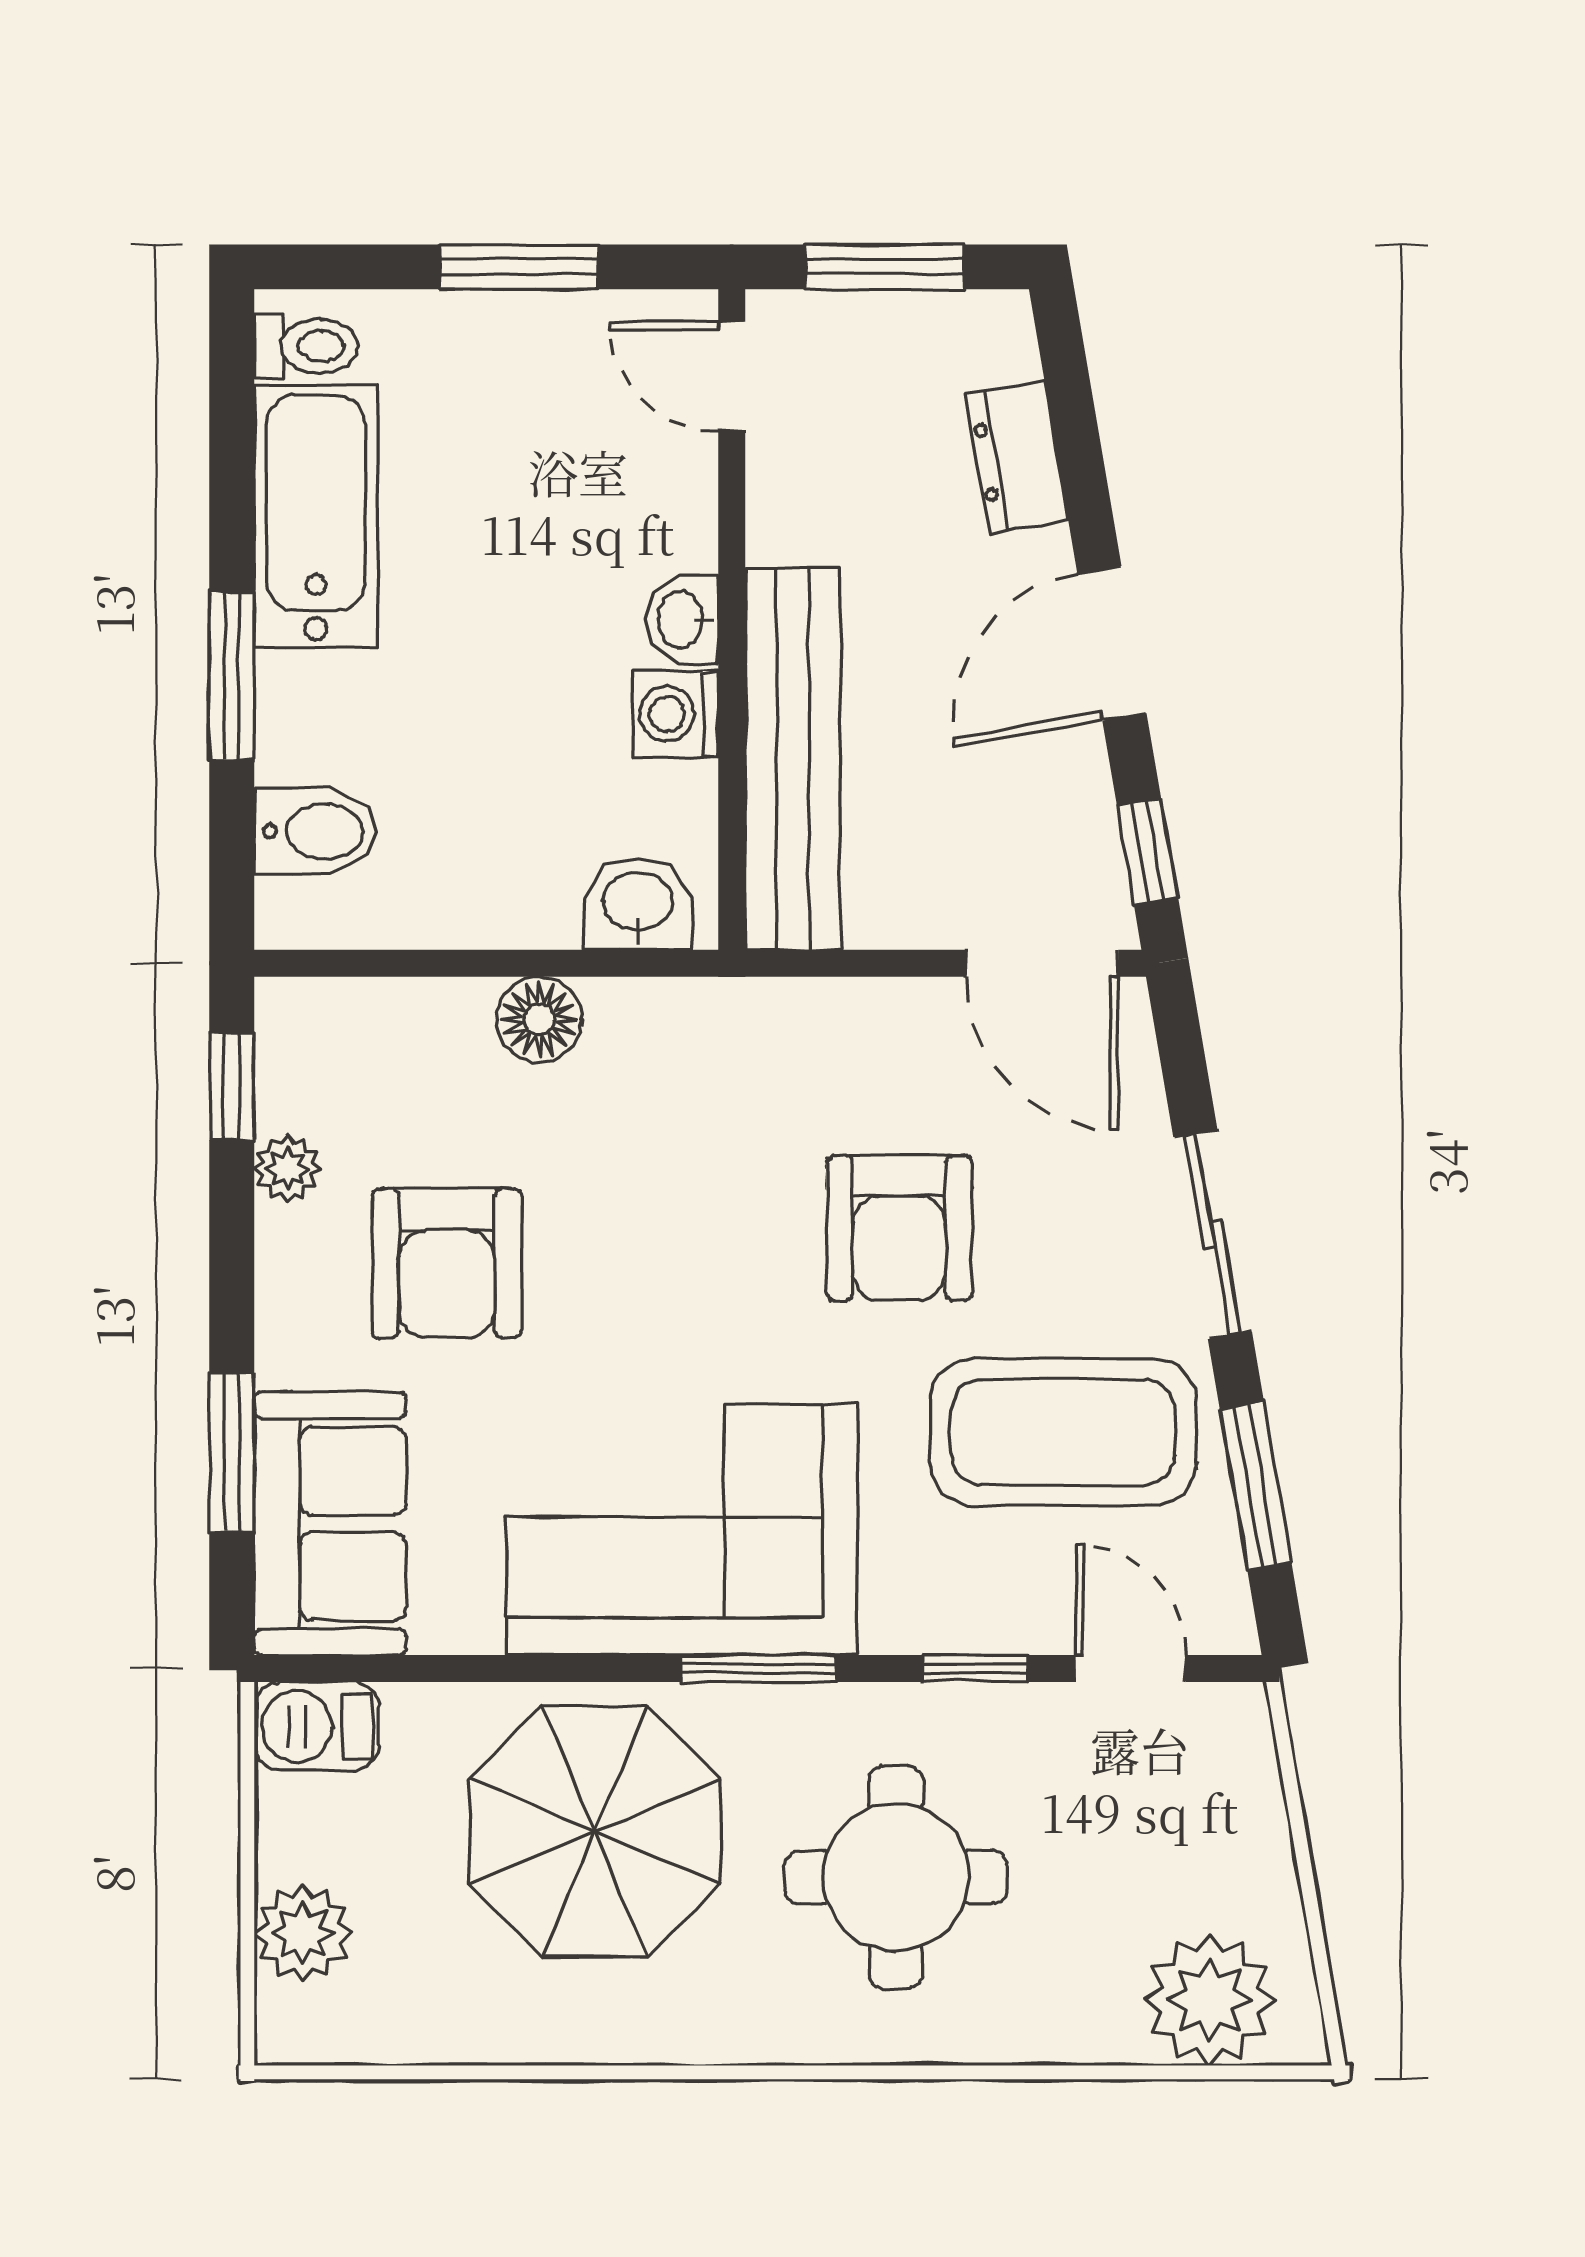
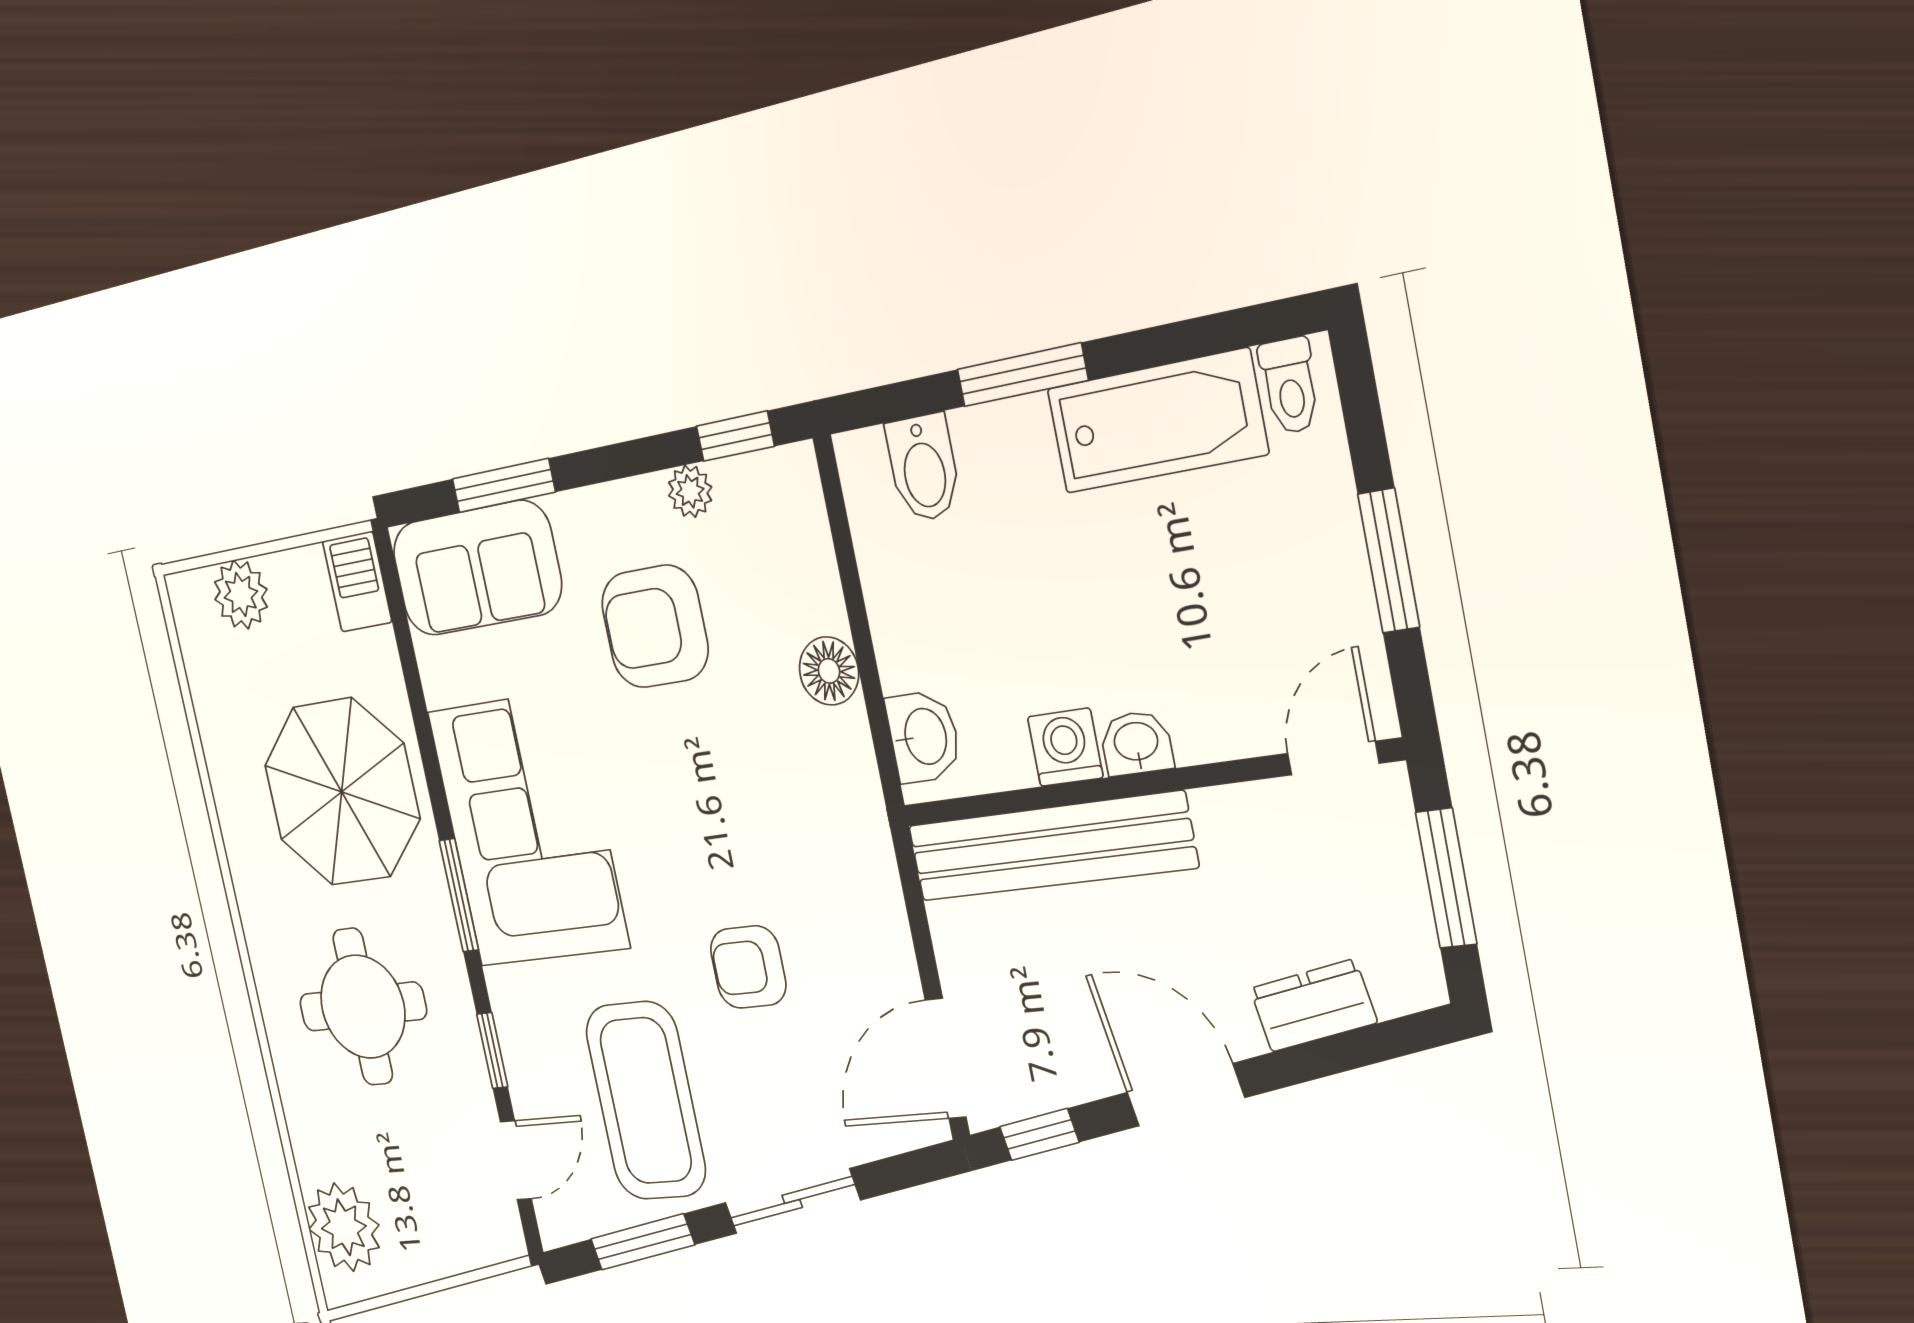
armchair: (899, 1228) -> (748, 967), width x0.72, depth x0.72

